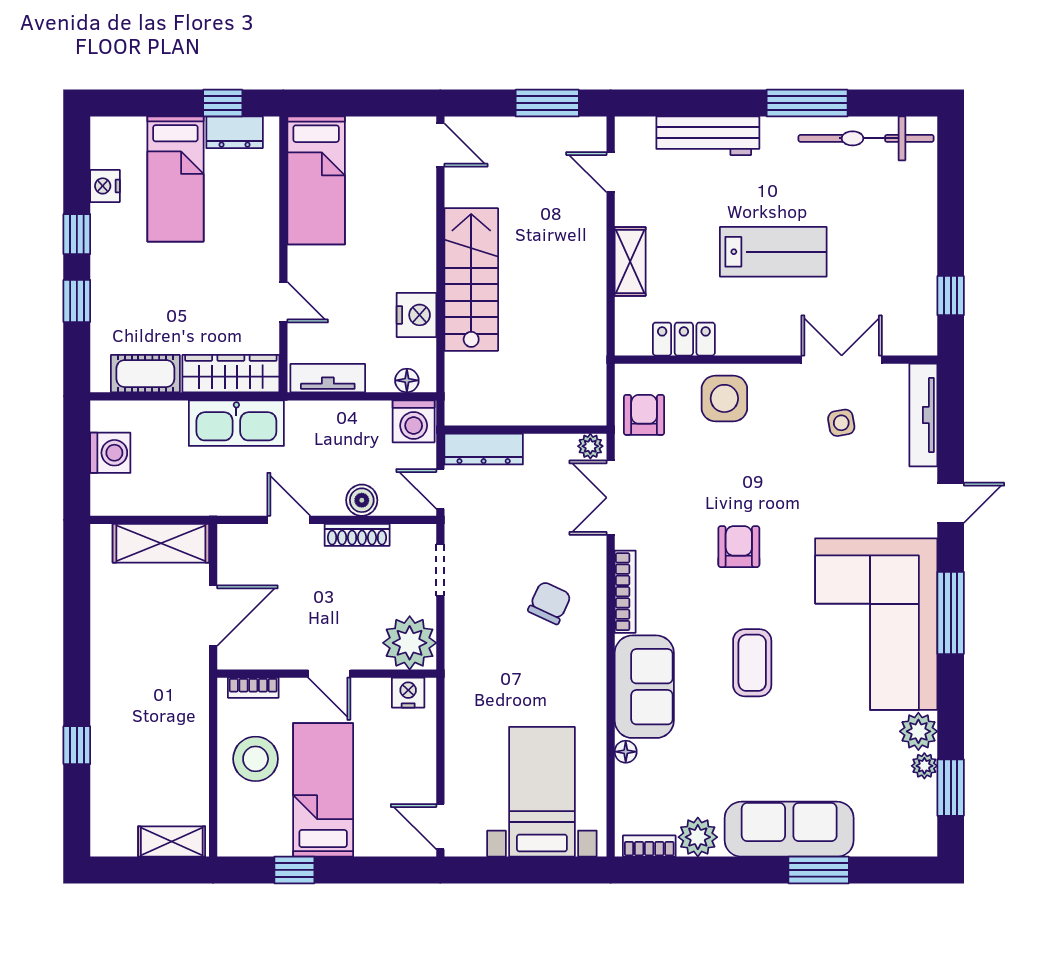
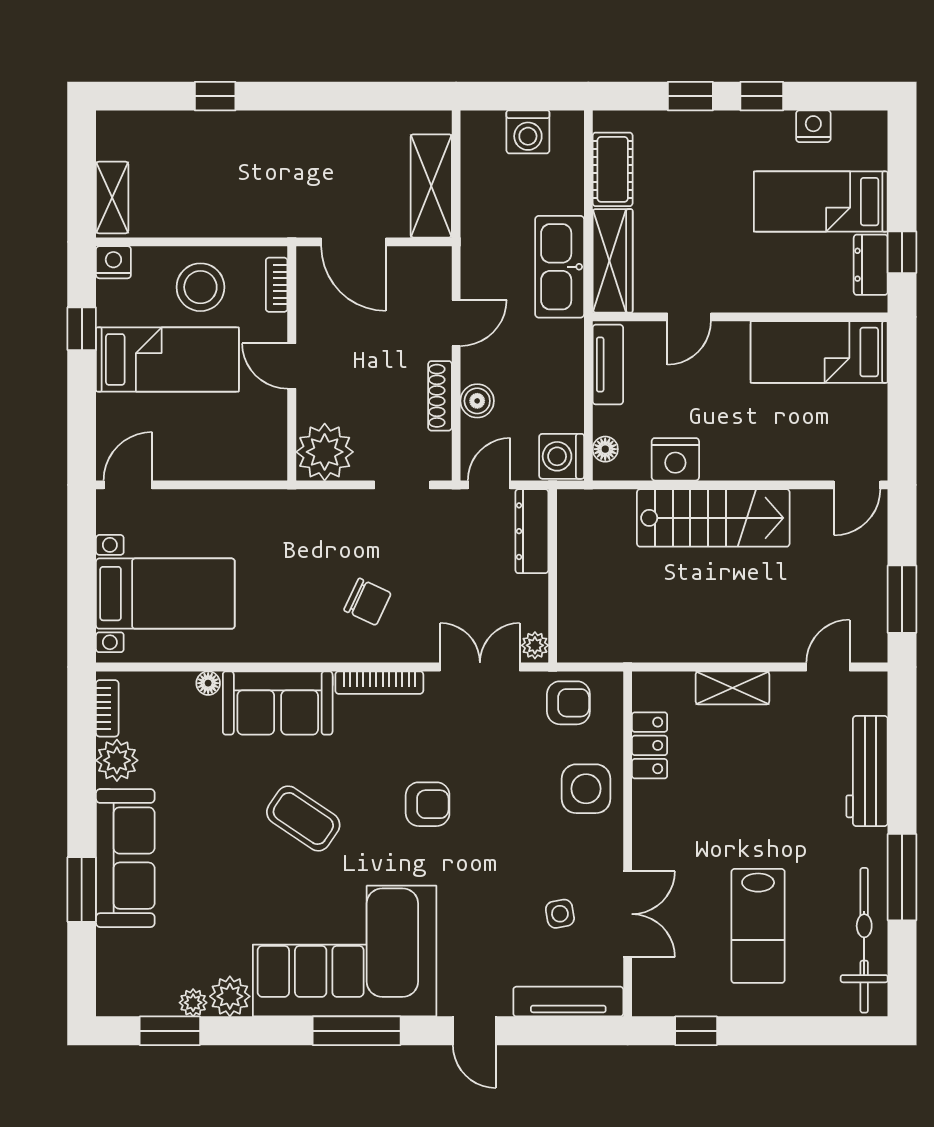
lab bench: (773, 252) -> (758, 926), moved
coffee table: (752, 663) -> (303, 818), turned 34
door: (329, 674) -> (292, 366), hinge flipped
nightstand: (408, 693) -> (113, 262), moved, turned -90

